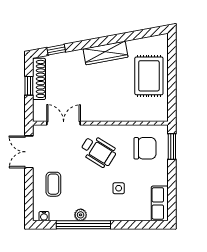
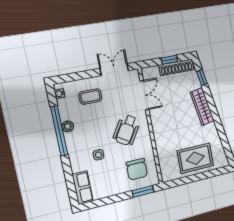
wardrobe: (106, 53) -> (202, 107), moved
row of seats: (160, 203) -> (83, 188), moved, turned 90

